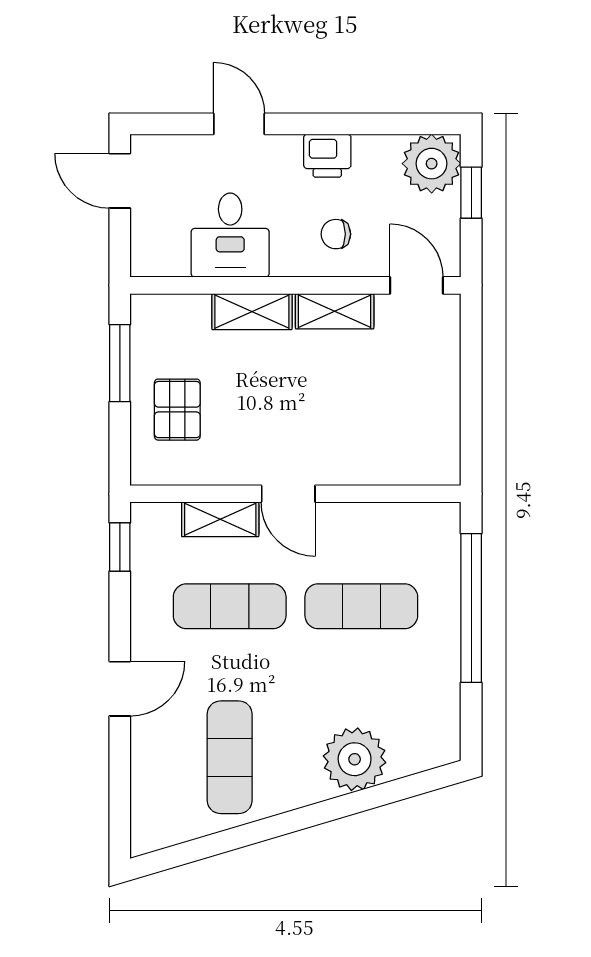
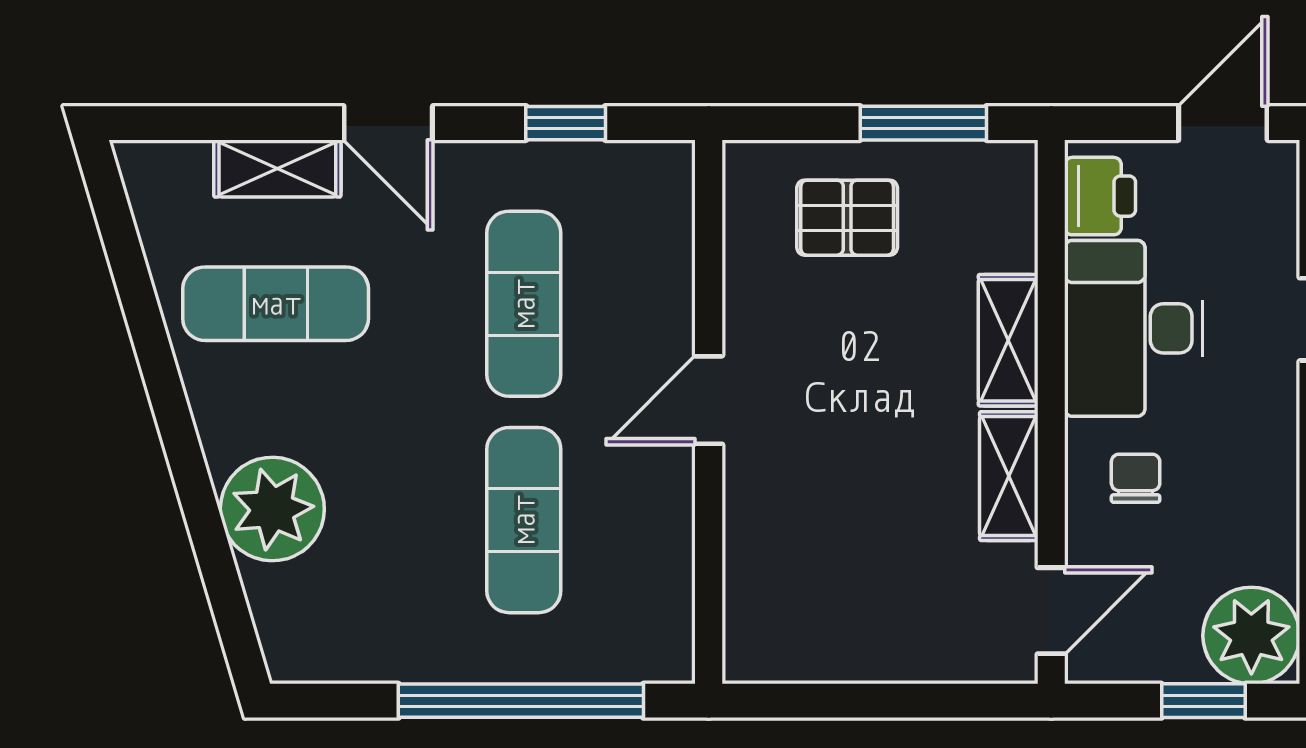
printer: (327, 156) -> (1100, 196), moved, turned 180
desk: (230, 235) -> (1134, 328), width x1.37
shelving: (220, 519) -> (277, 168), moved, turned 90
window: (120, 547) -> (566, 123), moved

